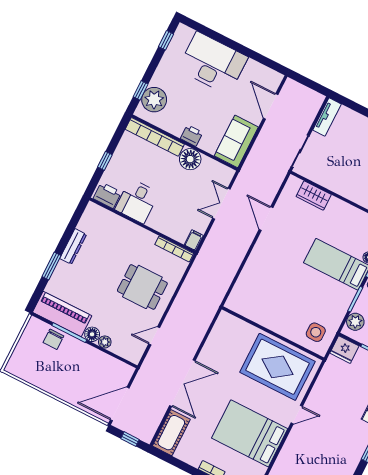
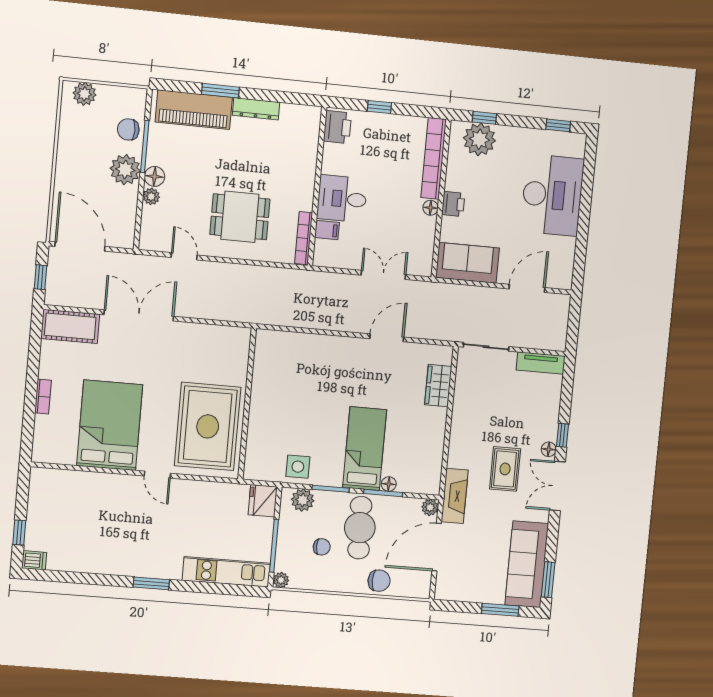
floor lamp: (190, 159) -> (431, 208), width x0.53, depth x0.53
desk: (137, 201) -> (342, 199), moved
filing cabinet: (194, 240) -> (327, 230), moved
dining table: (142, 287) -> (240, 217), turned 90
piano: (62, 314) -> (194, 110), moved, turned 90
side table: (316, 332) -> (298, 467), moved
plant: (80, 352) -> (125, 170), added
plant: (18, 359) -> (84, 94), added
double door: (182, 383) -> (139, 315), swing flipped

